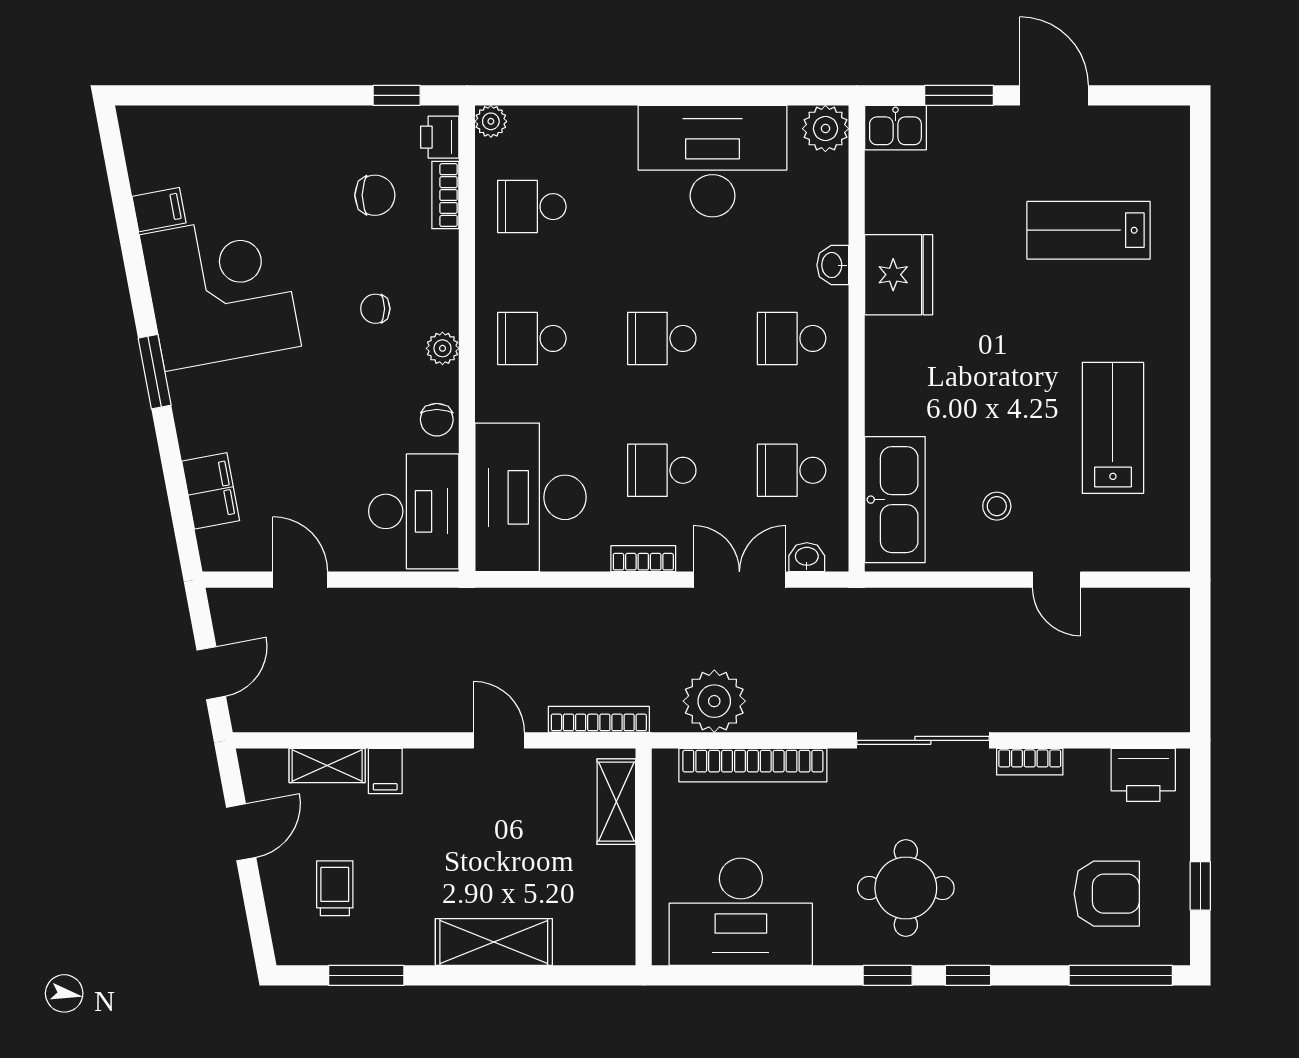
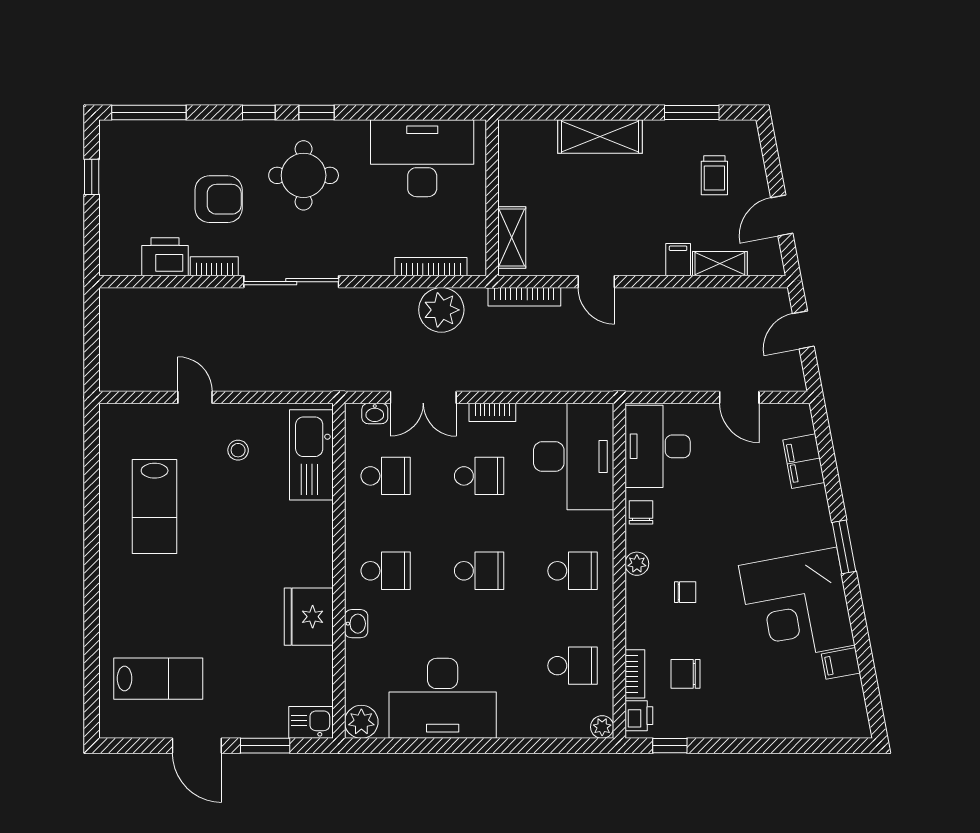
lab bench: (1089, 230) -> (158, 679), moved
bookcase: (753, 765) -> (431, 267), width x0.68, depth x0.76
printer: (1143, 775) -> (165, 257), moved
armchair: (1107, 894) -> (219, 199), moved, turned 180

